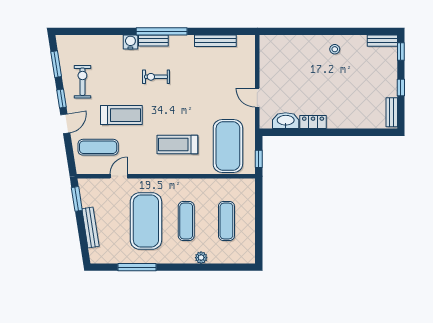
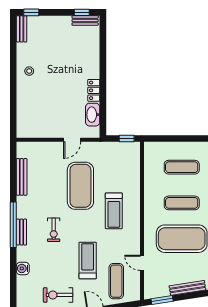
water cooler: (130, 42) -> (23, 268), moved
window: (401, 88) -> (82, 12), moved
exercise mat: (228, 146) -> (80, 186), moved, turned 90

